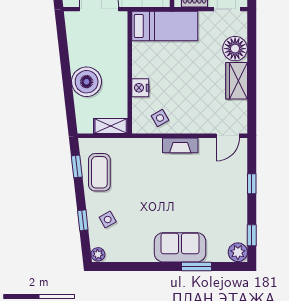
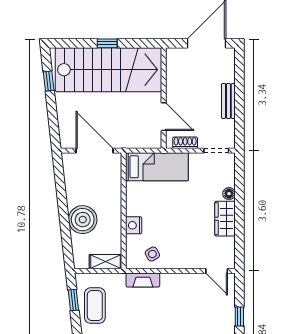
floor lamp: (235, 49) -> (229, 194), width x0.53, depth x0.53
door: (228, 136) -> (217, 271), hinge flipped
fireplace: (180, 145) -> (143, 280), moved

